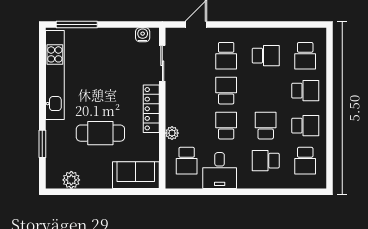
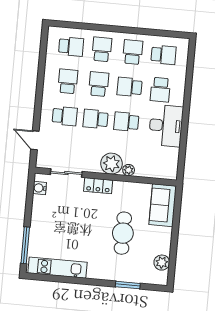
kitchen unit: (55, 75) -> (58, 268), width x0.73
locker: (151, 109) -> (98, 186), width x0.66
plant: (177, 113) -> (111, 164), added
school desk: (187, 161) -> (99, 84), moved, turned -90
desk: (220, 171) -> (166, 126), width x1.37

